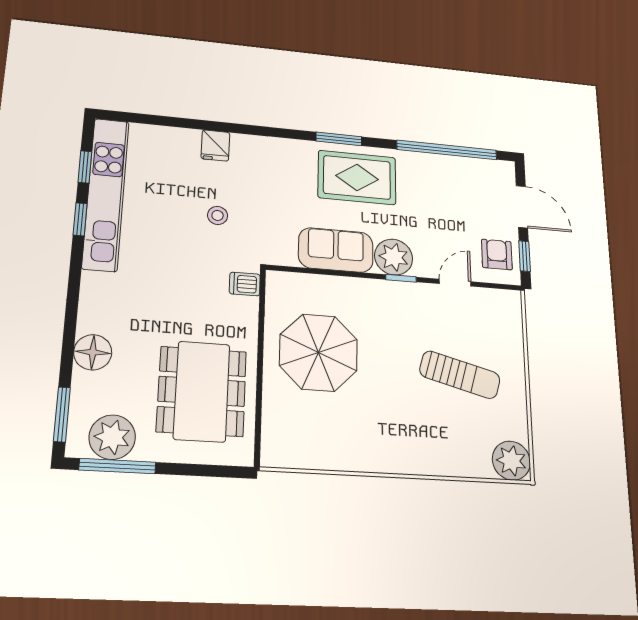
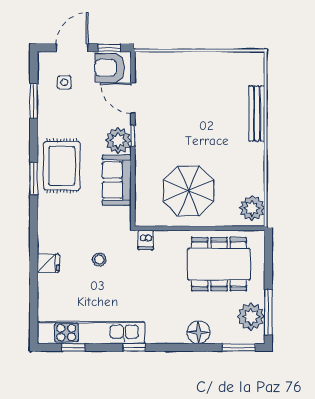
window: (447, 150) -> (34, 101), width x0.47
side table: (474, 192) -> (64, 82), added
window: (80, 219) -> (134, 347), moved
armchair: (497, 254) -> (110, 68), width x1.38, depth x1.38
door: (455, 283) -> (133, 98), width x1.37
sun lounger: (460, 375) -> (197, 97), removed
plant: (511, 461) -> (252, 208), moved
bench: (437, 464) -> (257, 114), added

